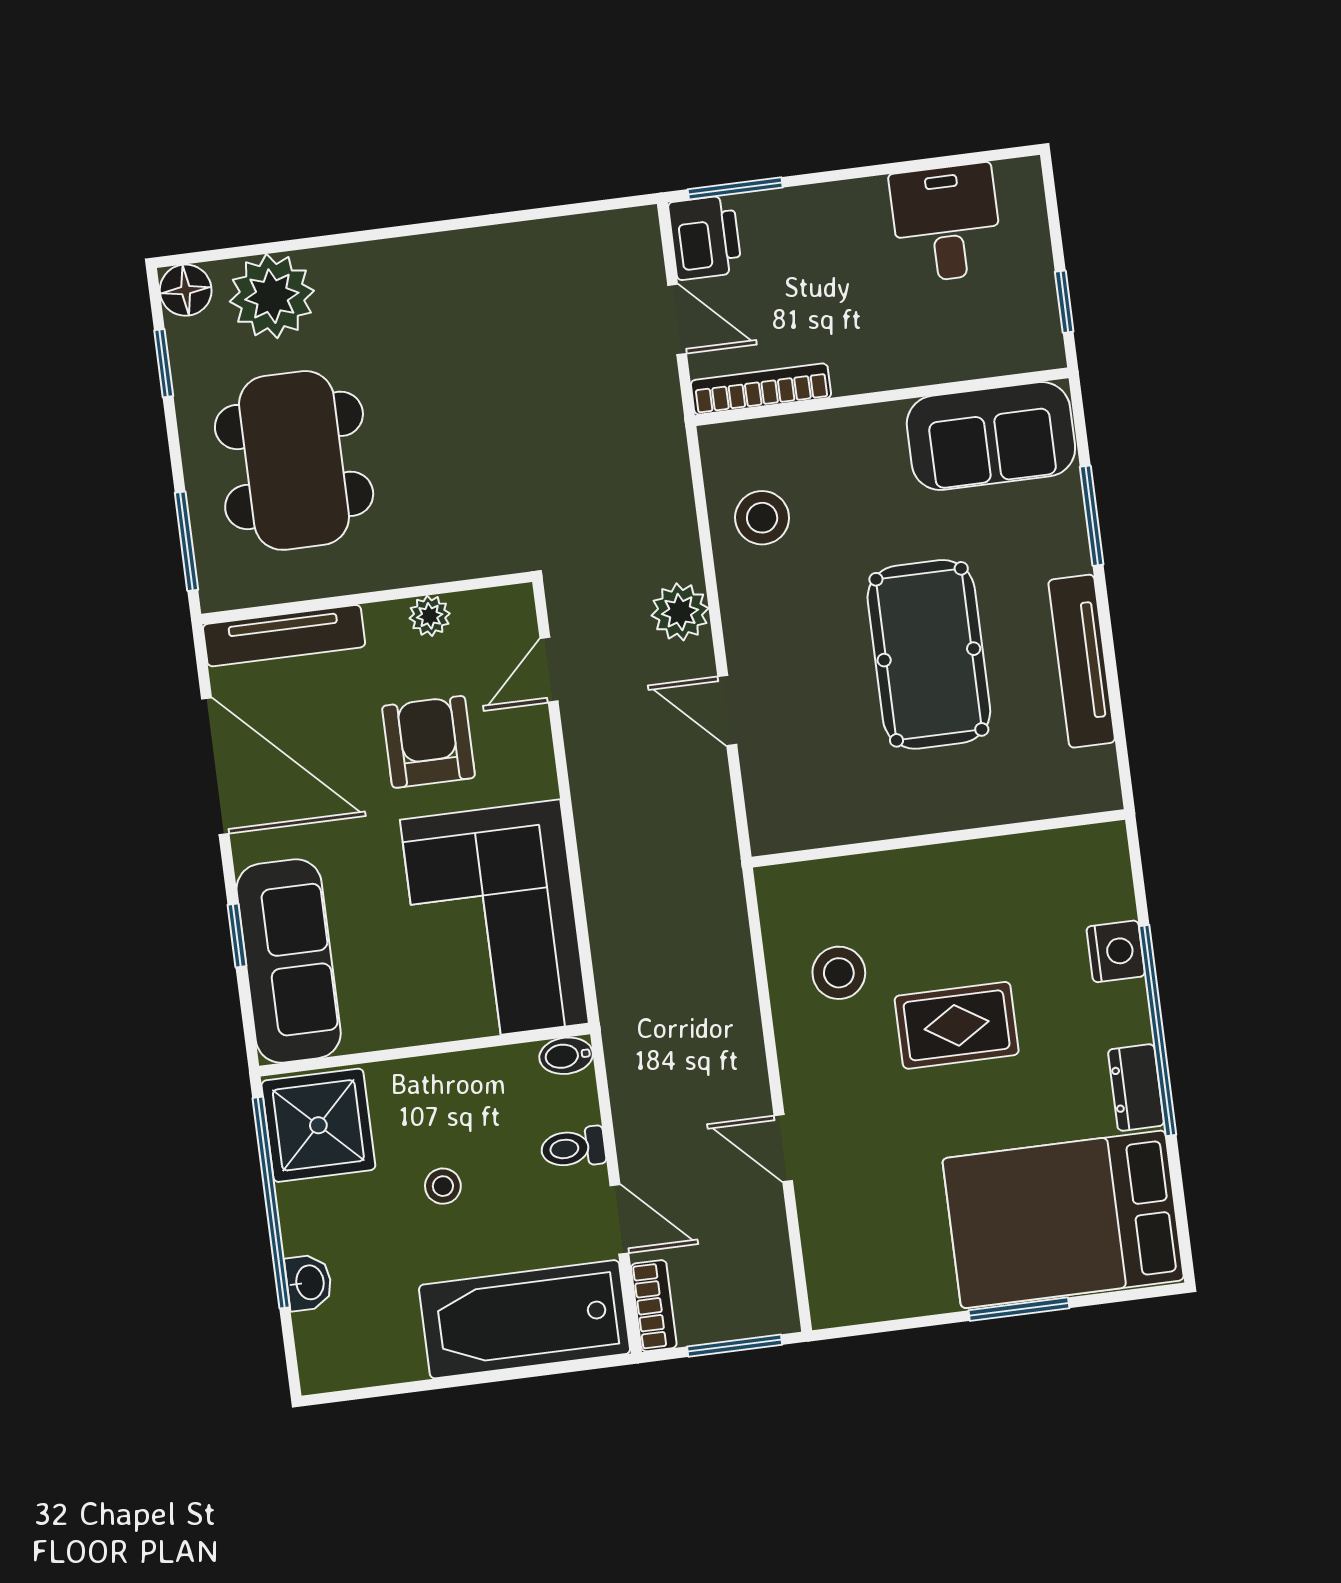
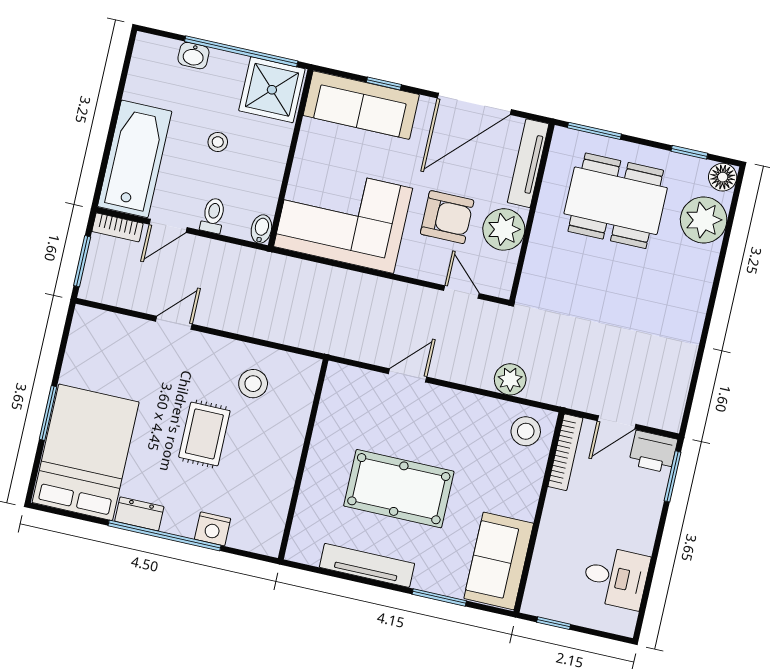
stool: (762, 518) -> (526, 431), moved
plant: (680, 612) -> (510, 379), moved
plant: (430, 616) -> (504, 229), width x1.87, depth x1.87

